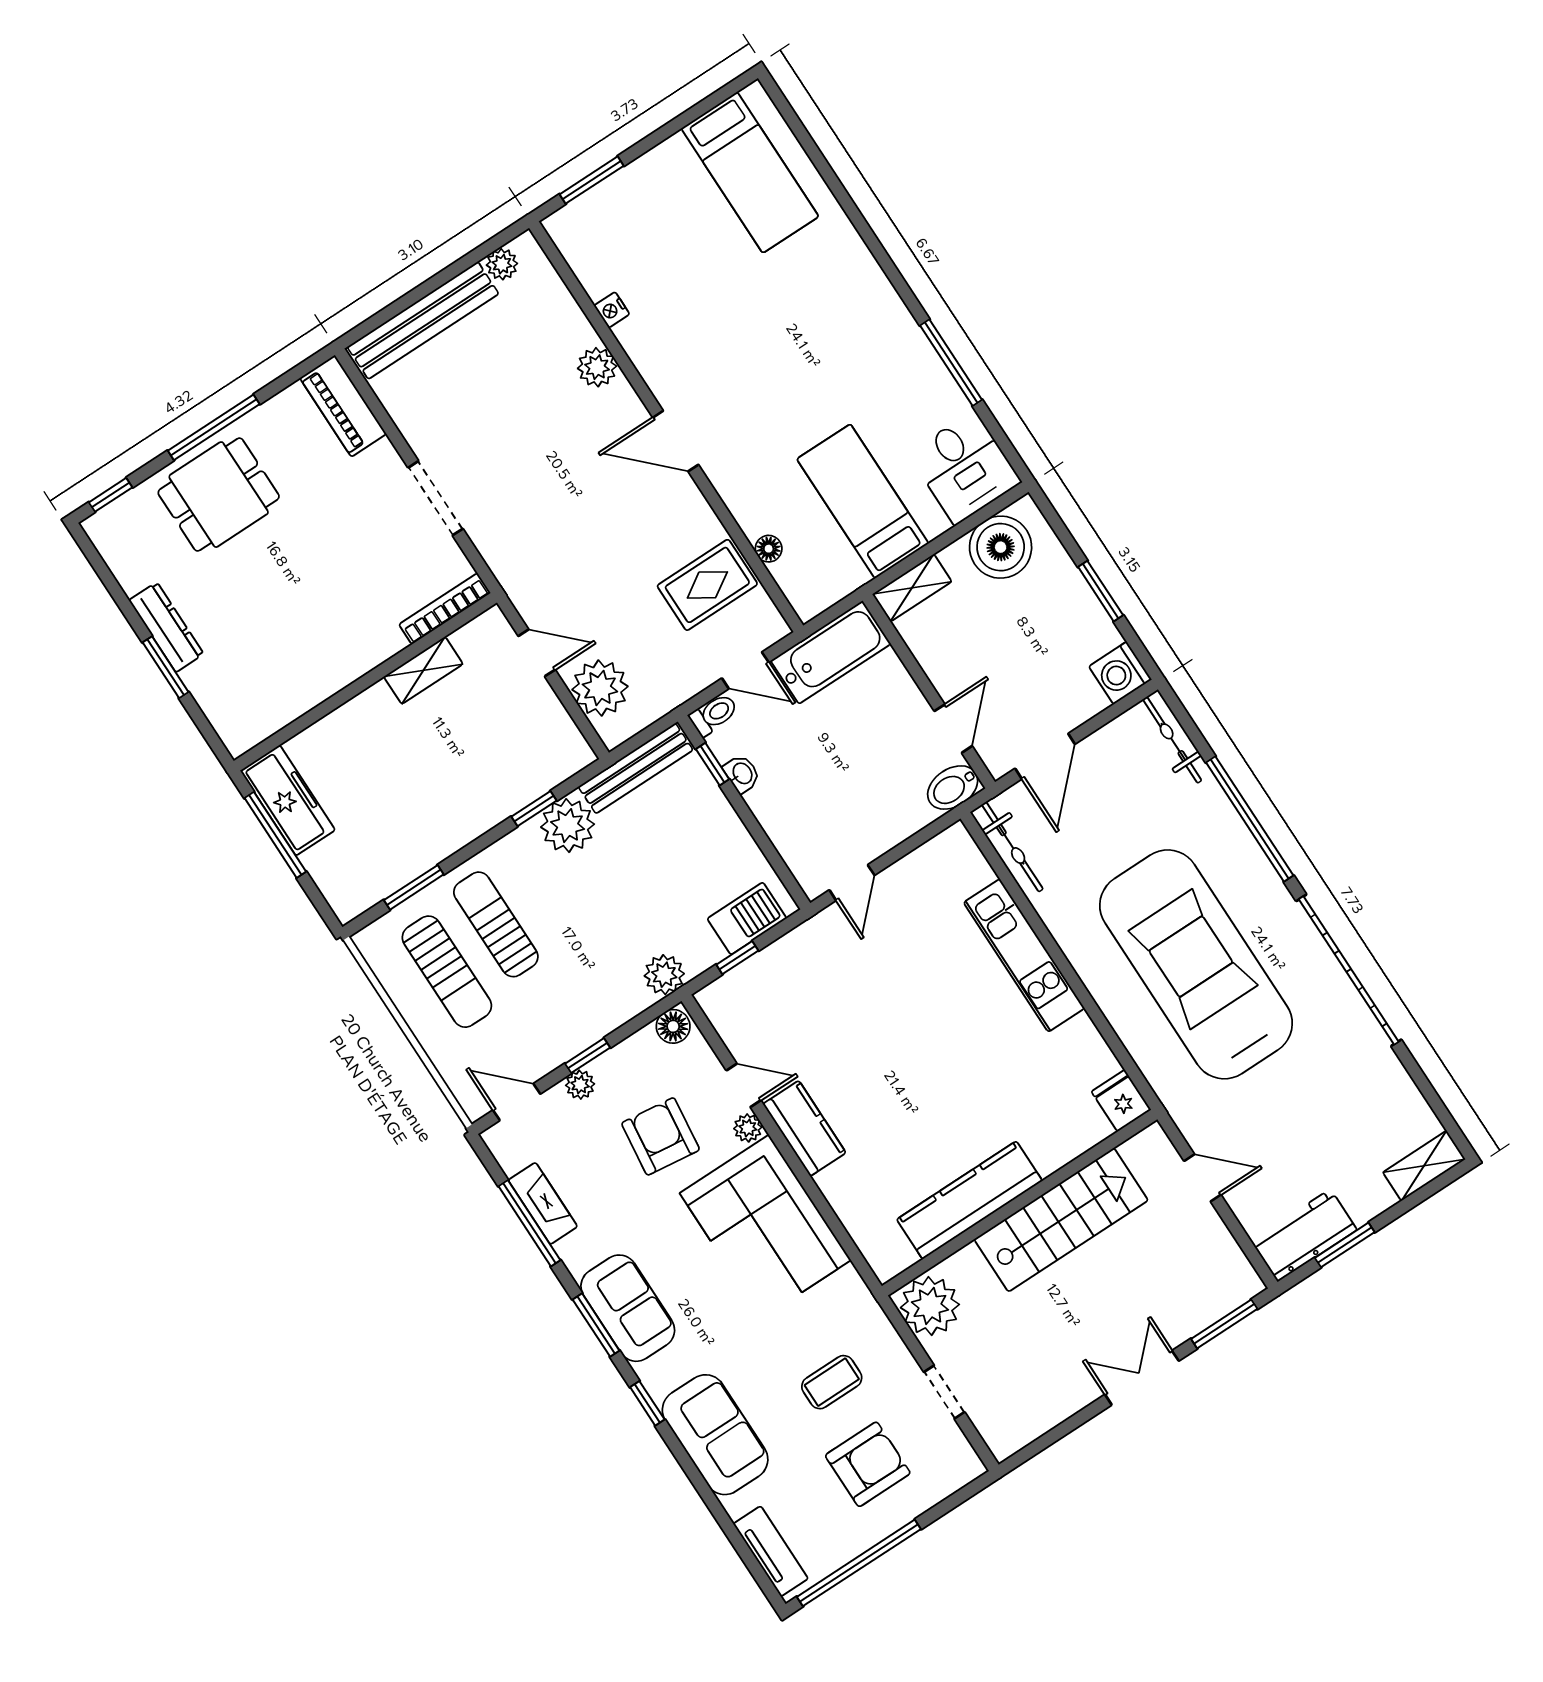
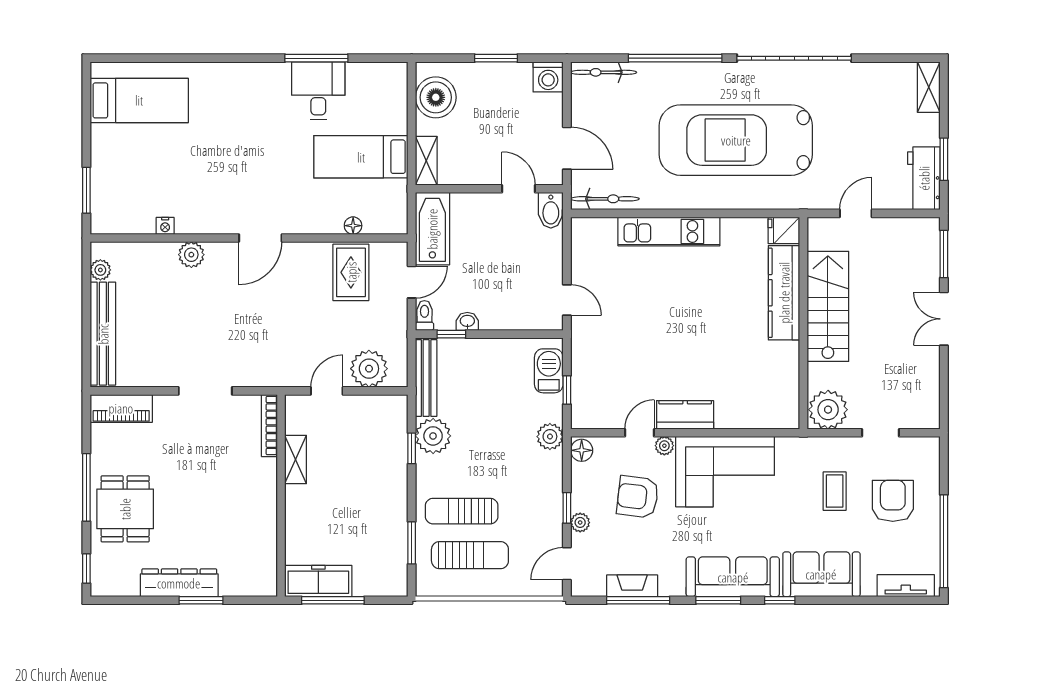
desk: (965, 468) -> (318, 91), moved, turned -90
dresser: (166, 627) -> (179, 583), width x1.37, depth x1.24
kitchen counter: (969, 1200) -> (784, 293), moved
sofa: (628, 1308) -> (733, 577), width x1.36

